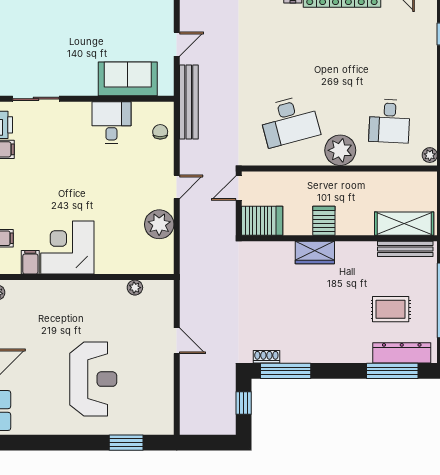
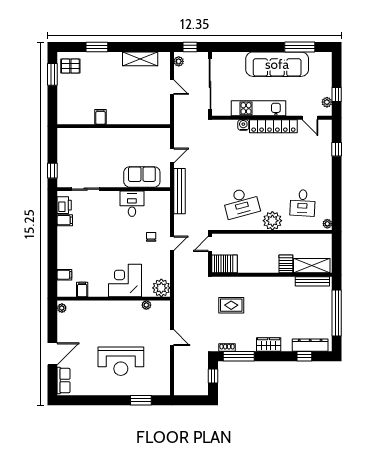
chair: (160, 132) -> (151, 237), moved
server rack: (324, 221) -> (286, 264), moved
plant: (159, 224) -> (161, 288), moved
corner desk: (67, 248) -> (125, 280), moved
wardrobe: (315, 252) -> (269, 345), moved, turned 180
rug: (391, 309) -> (231, 305), moved
window: (392, 371) -> (304, 356), width x0.46
reception desk: (93, 379) -> (121, 361), turned 90

